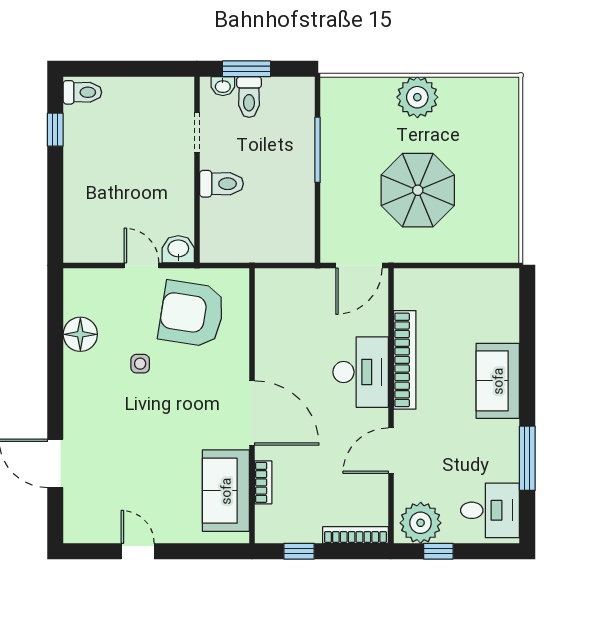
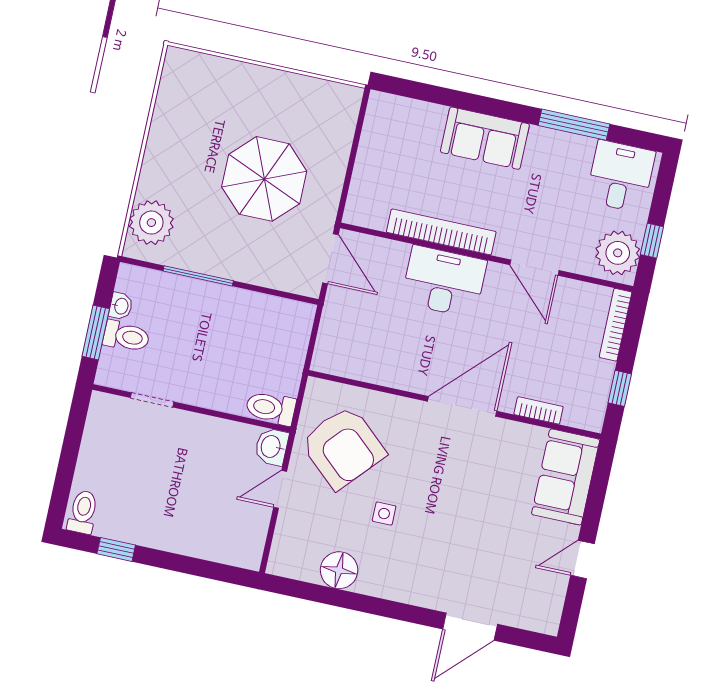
washbasin: (223, 86) -> (121, 306), moved
plant: (417, 97) -> (151, 223), moved
toilet: (221, 184) -> (271, 408), moved, turned -90
armchair: (192, 314) -> (343, 447), turned -57
sofa: (226, 491) -> (566, 477), moved, turned 90

